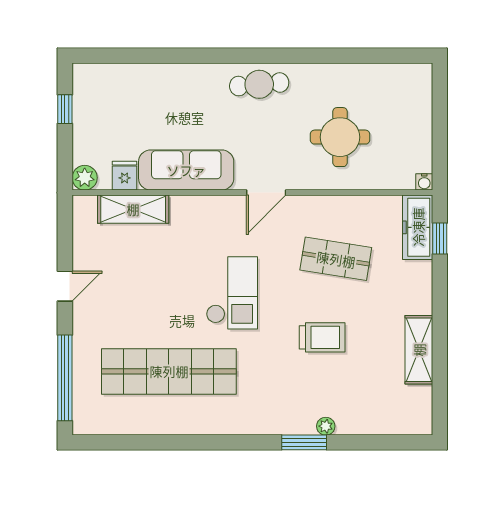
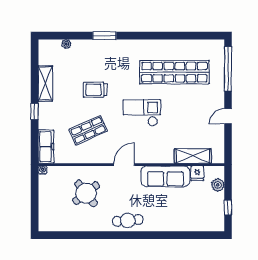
round table: (340, 137) -> (86, 193), turned -38
plant: (85, 178) -> (218, 185), moved
window: (440, 238) -> (35, 112), moved
shop shelf: (336, 259) -> (88, 130), turned -33
checkout: (232, 293) -> (142, 113), turned 90
plant: (326, 426) -> (66, 44), moved

